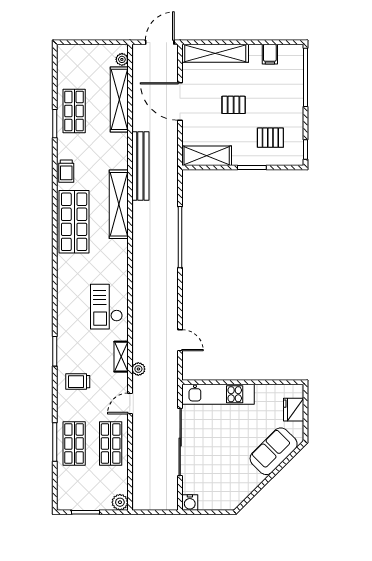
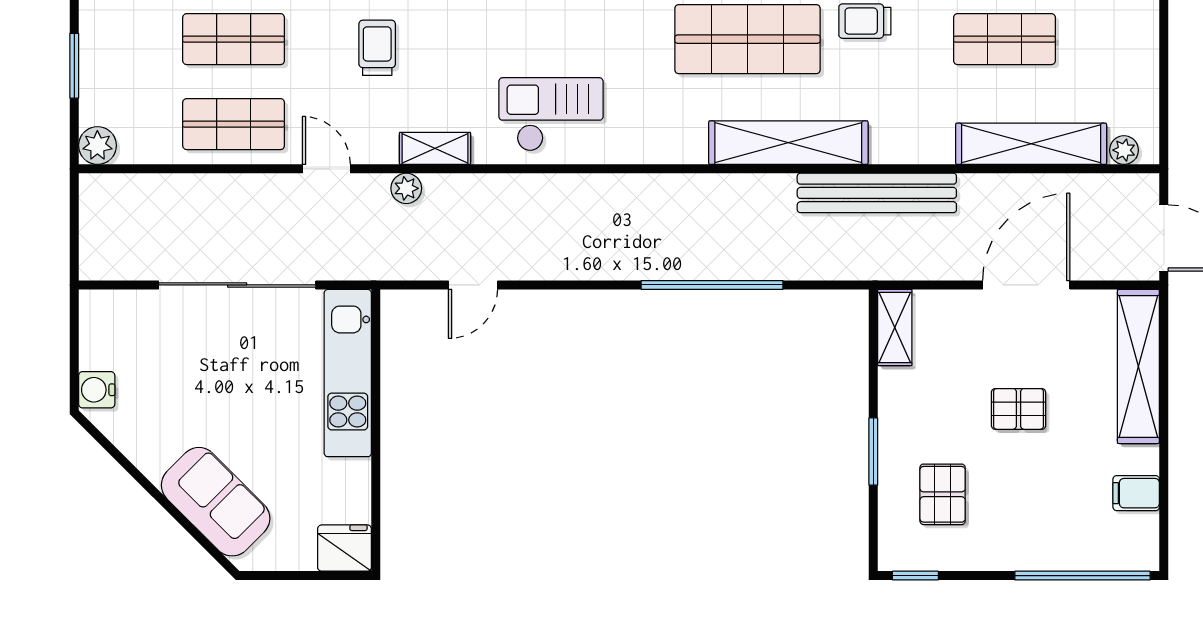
pallet: (234, 105) -> (1018, 409), turned 90
shelving: (207, 156) -> (895, 328), width x0.67, depth x0.75
fridge: (294, 410) -> (345, 548), moved
water cooler: (190, 503) -> (97, 390), moved

